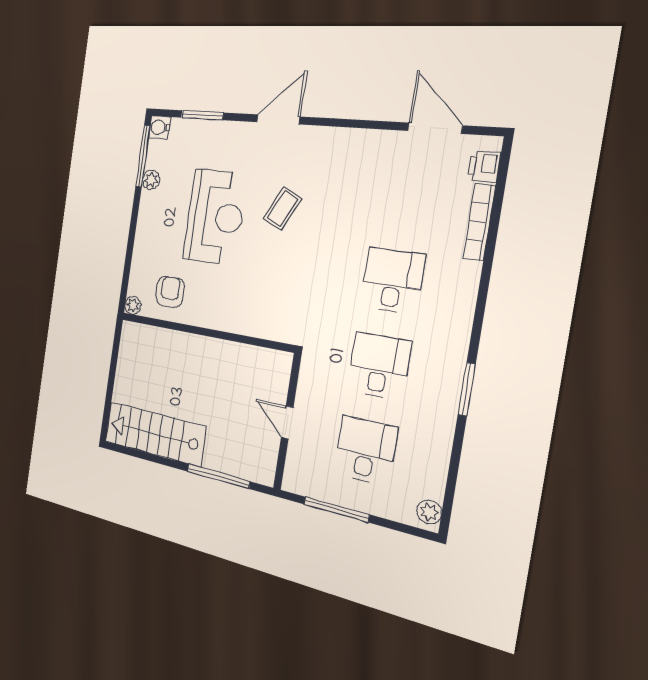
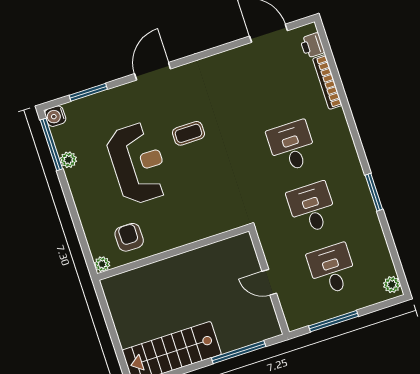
coffee table: (282, 209) -> (188, 133), turned 64

